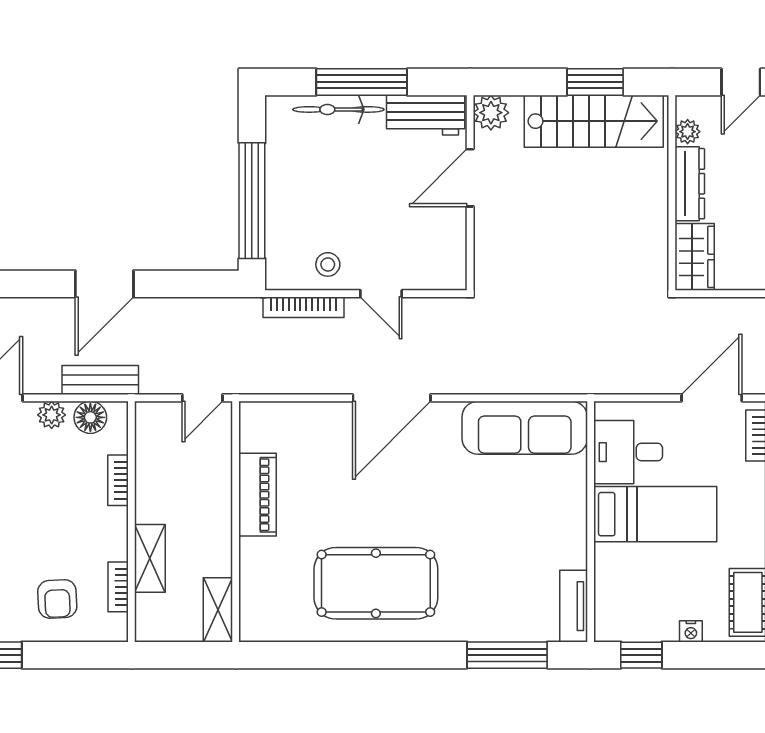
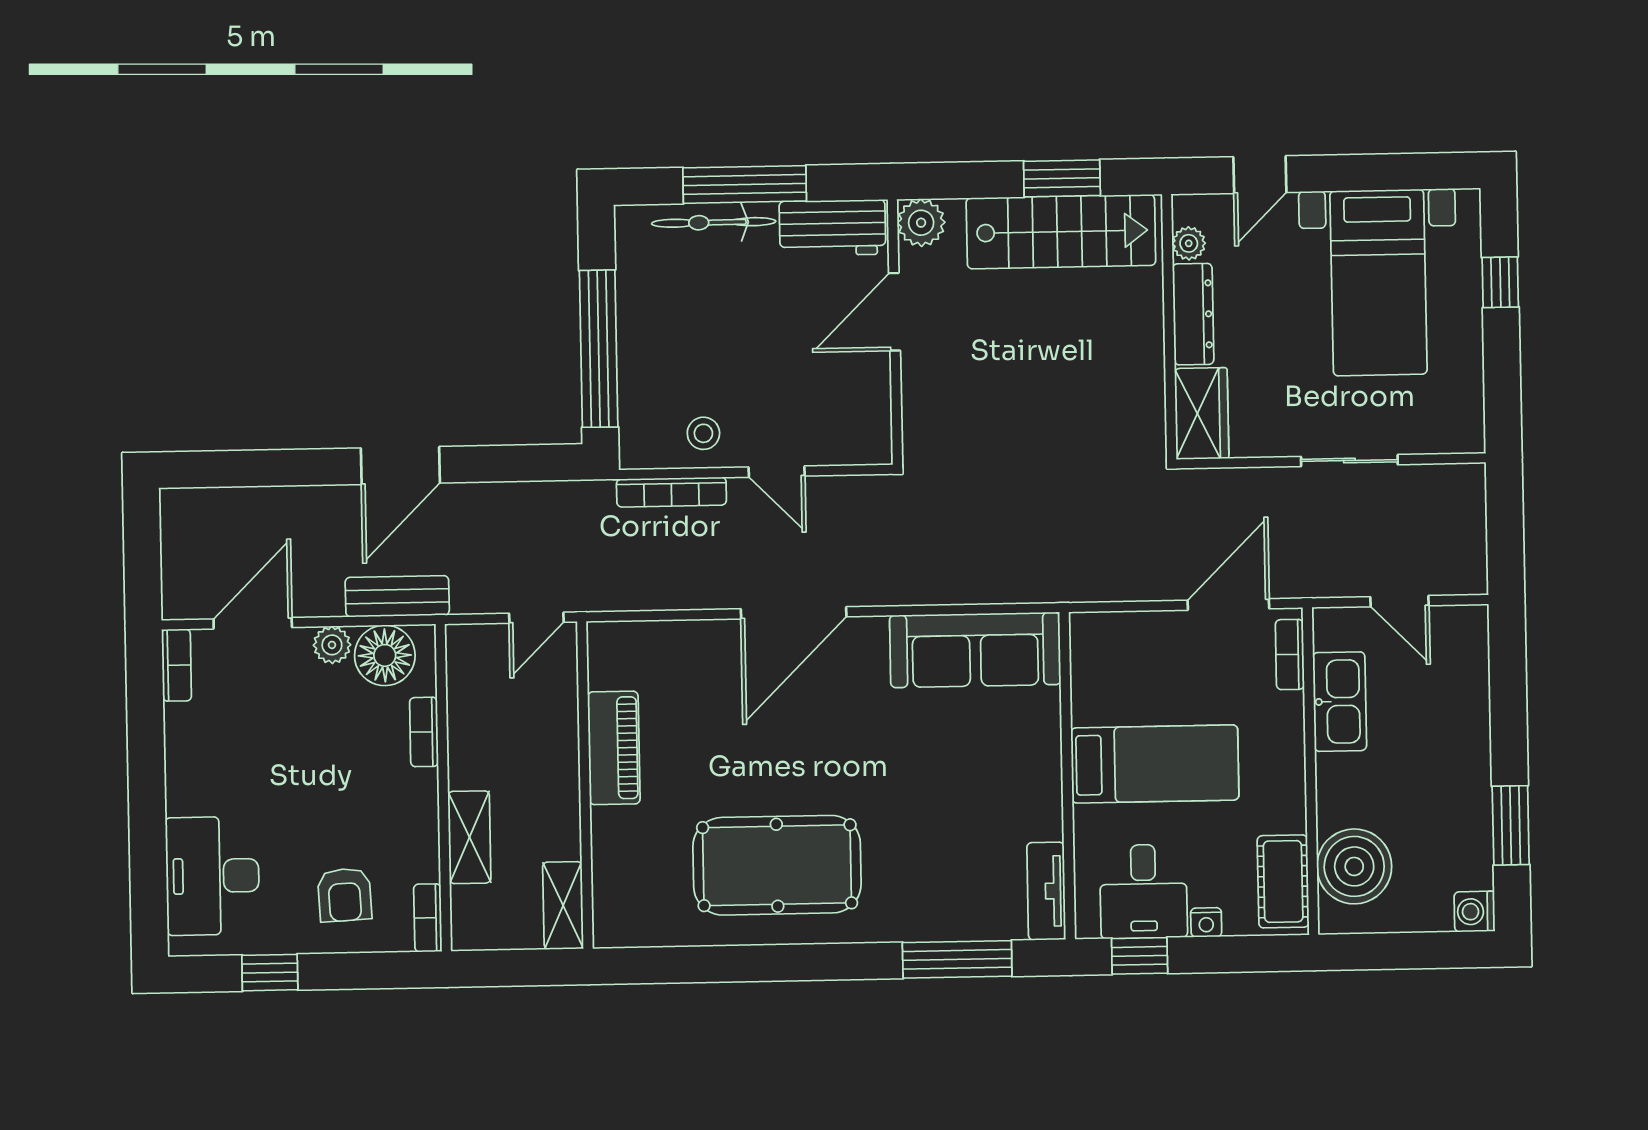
floor lamp: (90, 417) -> (385, 655), width x1.38, depth x1.38
desk: (628, 452) -> (1143, 891), moved, turned -90
bookcase: (118, 587) -> (428, 918), moved

